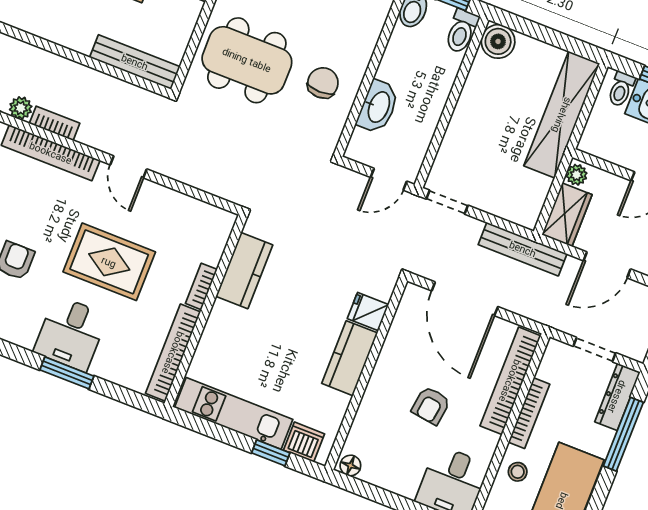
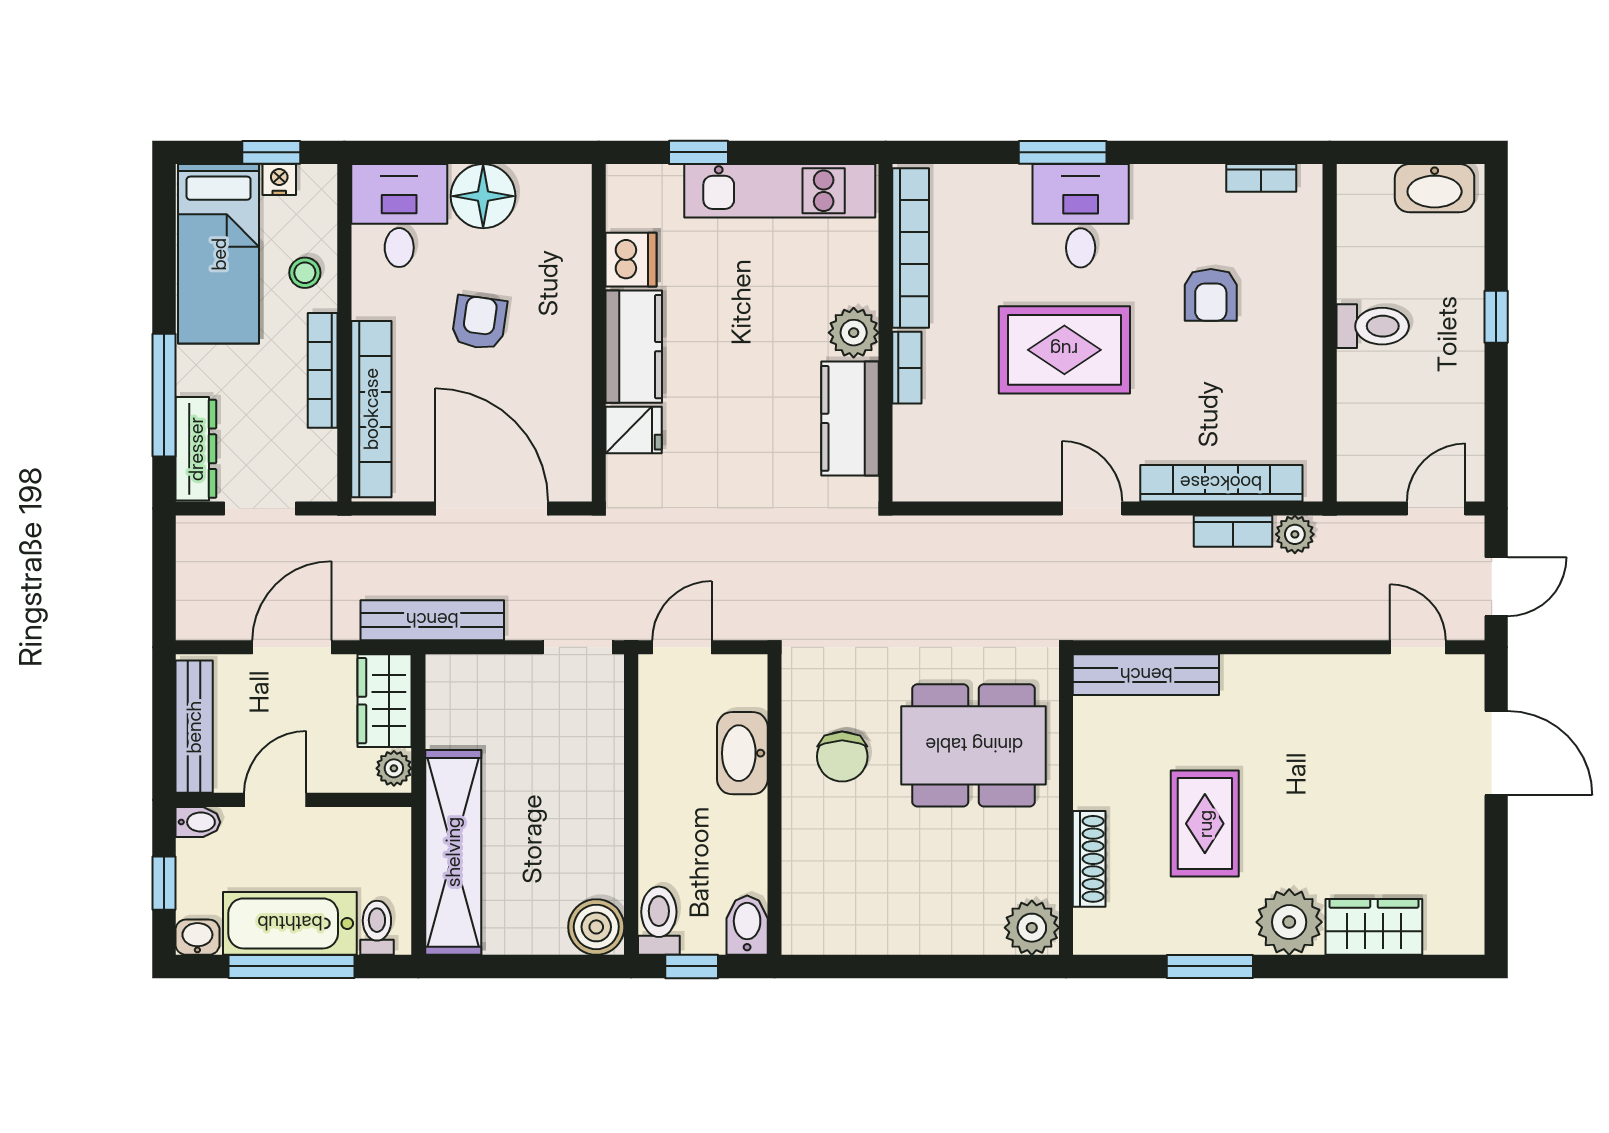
plant: (223, 318) -> (854, 333), added
dishwasher: (304, 442) -> (631, 260), moved, turned -90
floor lamp: (350, 466) -> (483, 196), moved, width x1.89, depth x1.89

